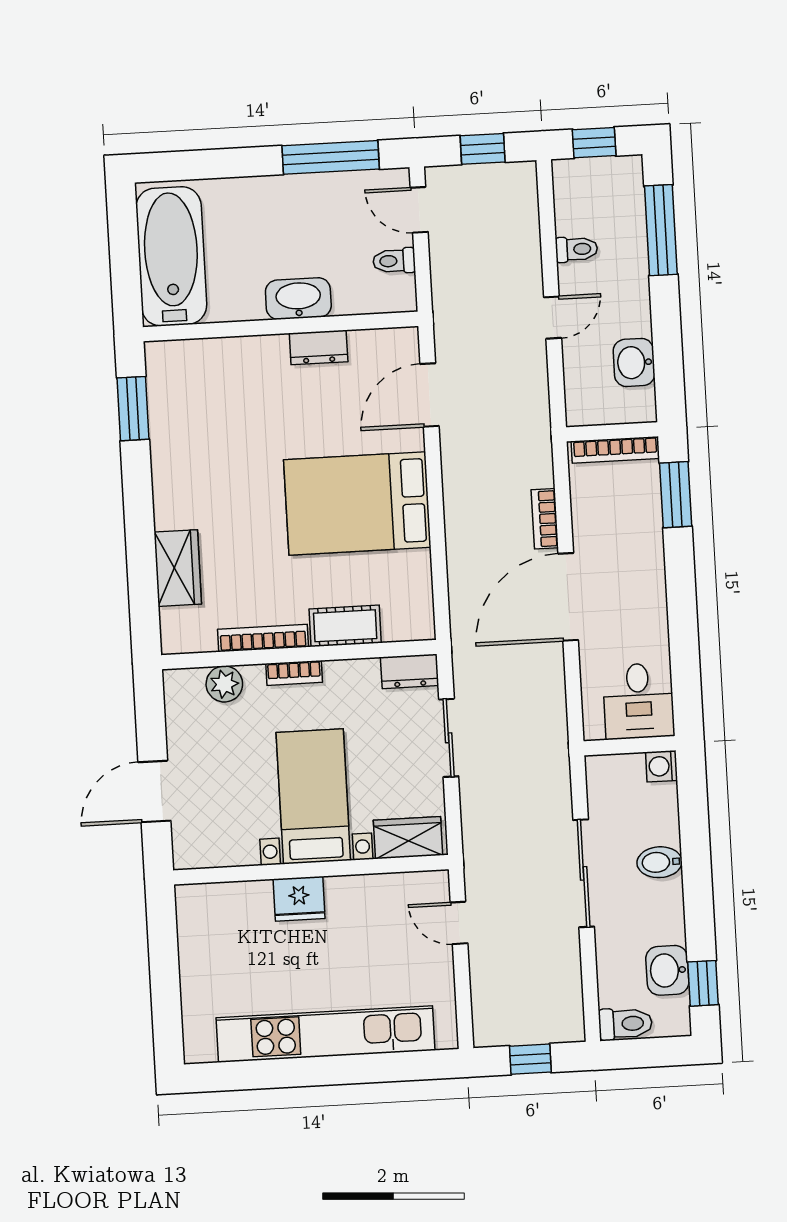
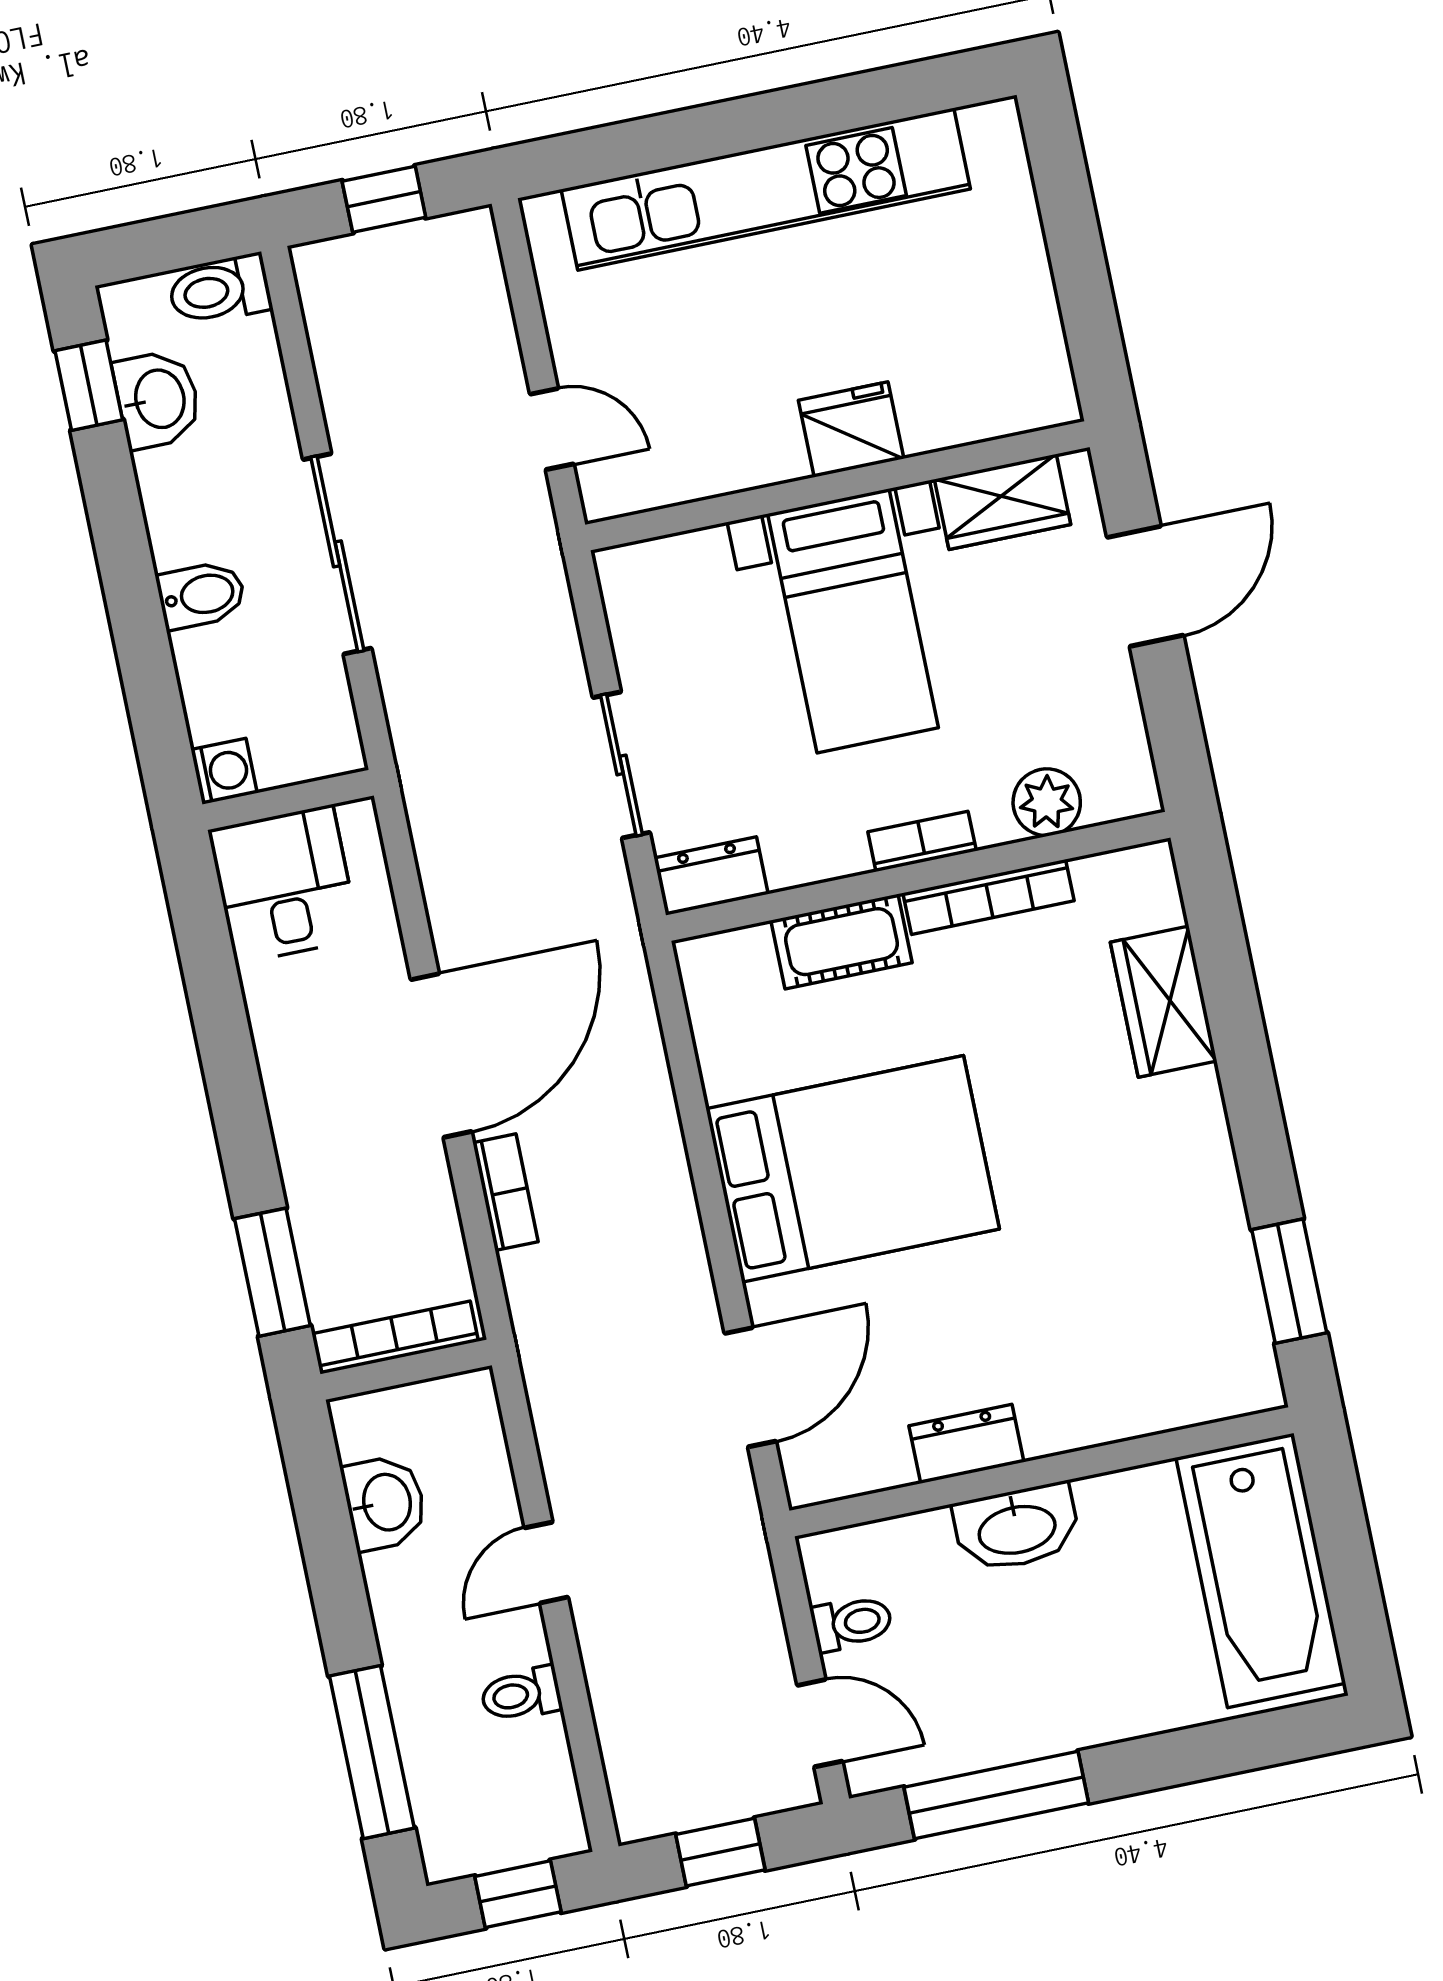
wardrobe: (408, 838) -> (1003, 502), moved

